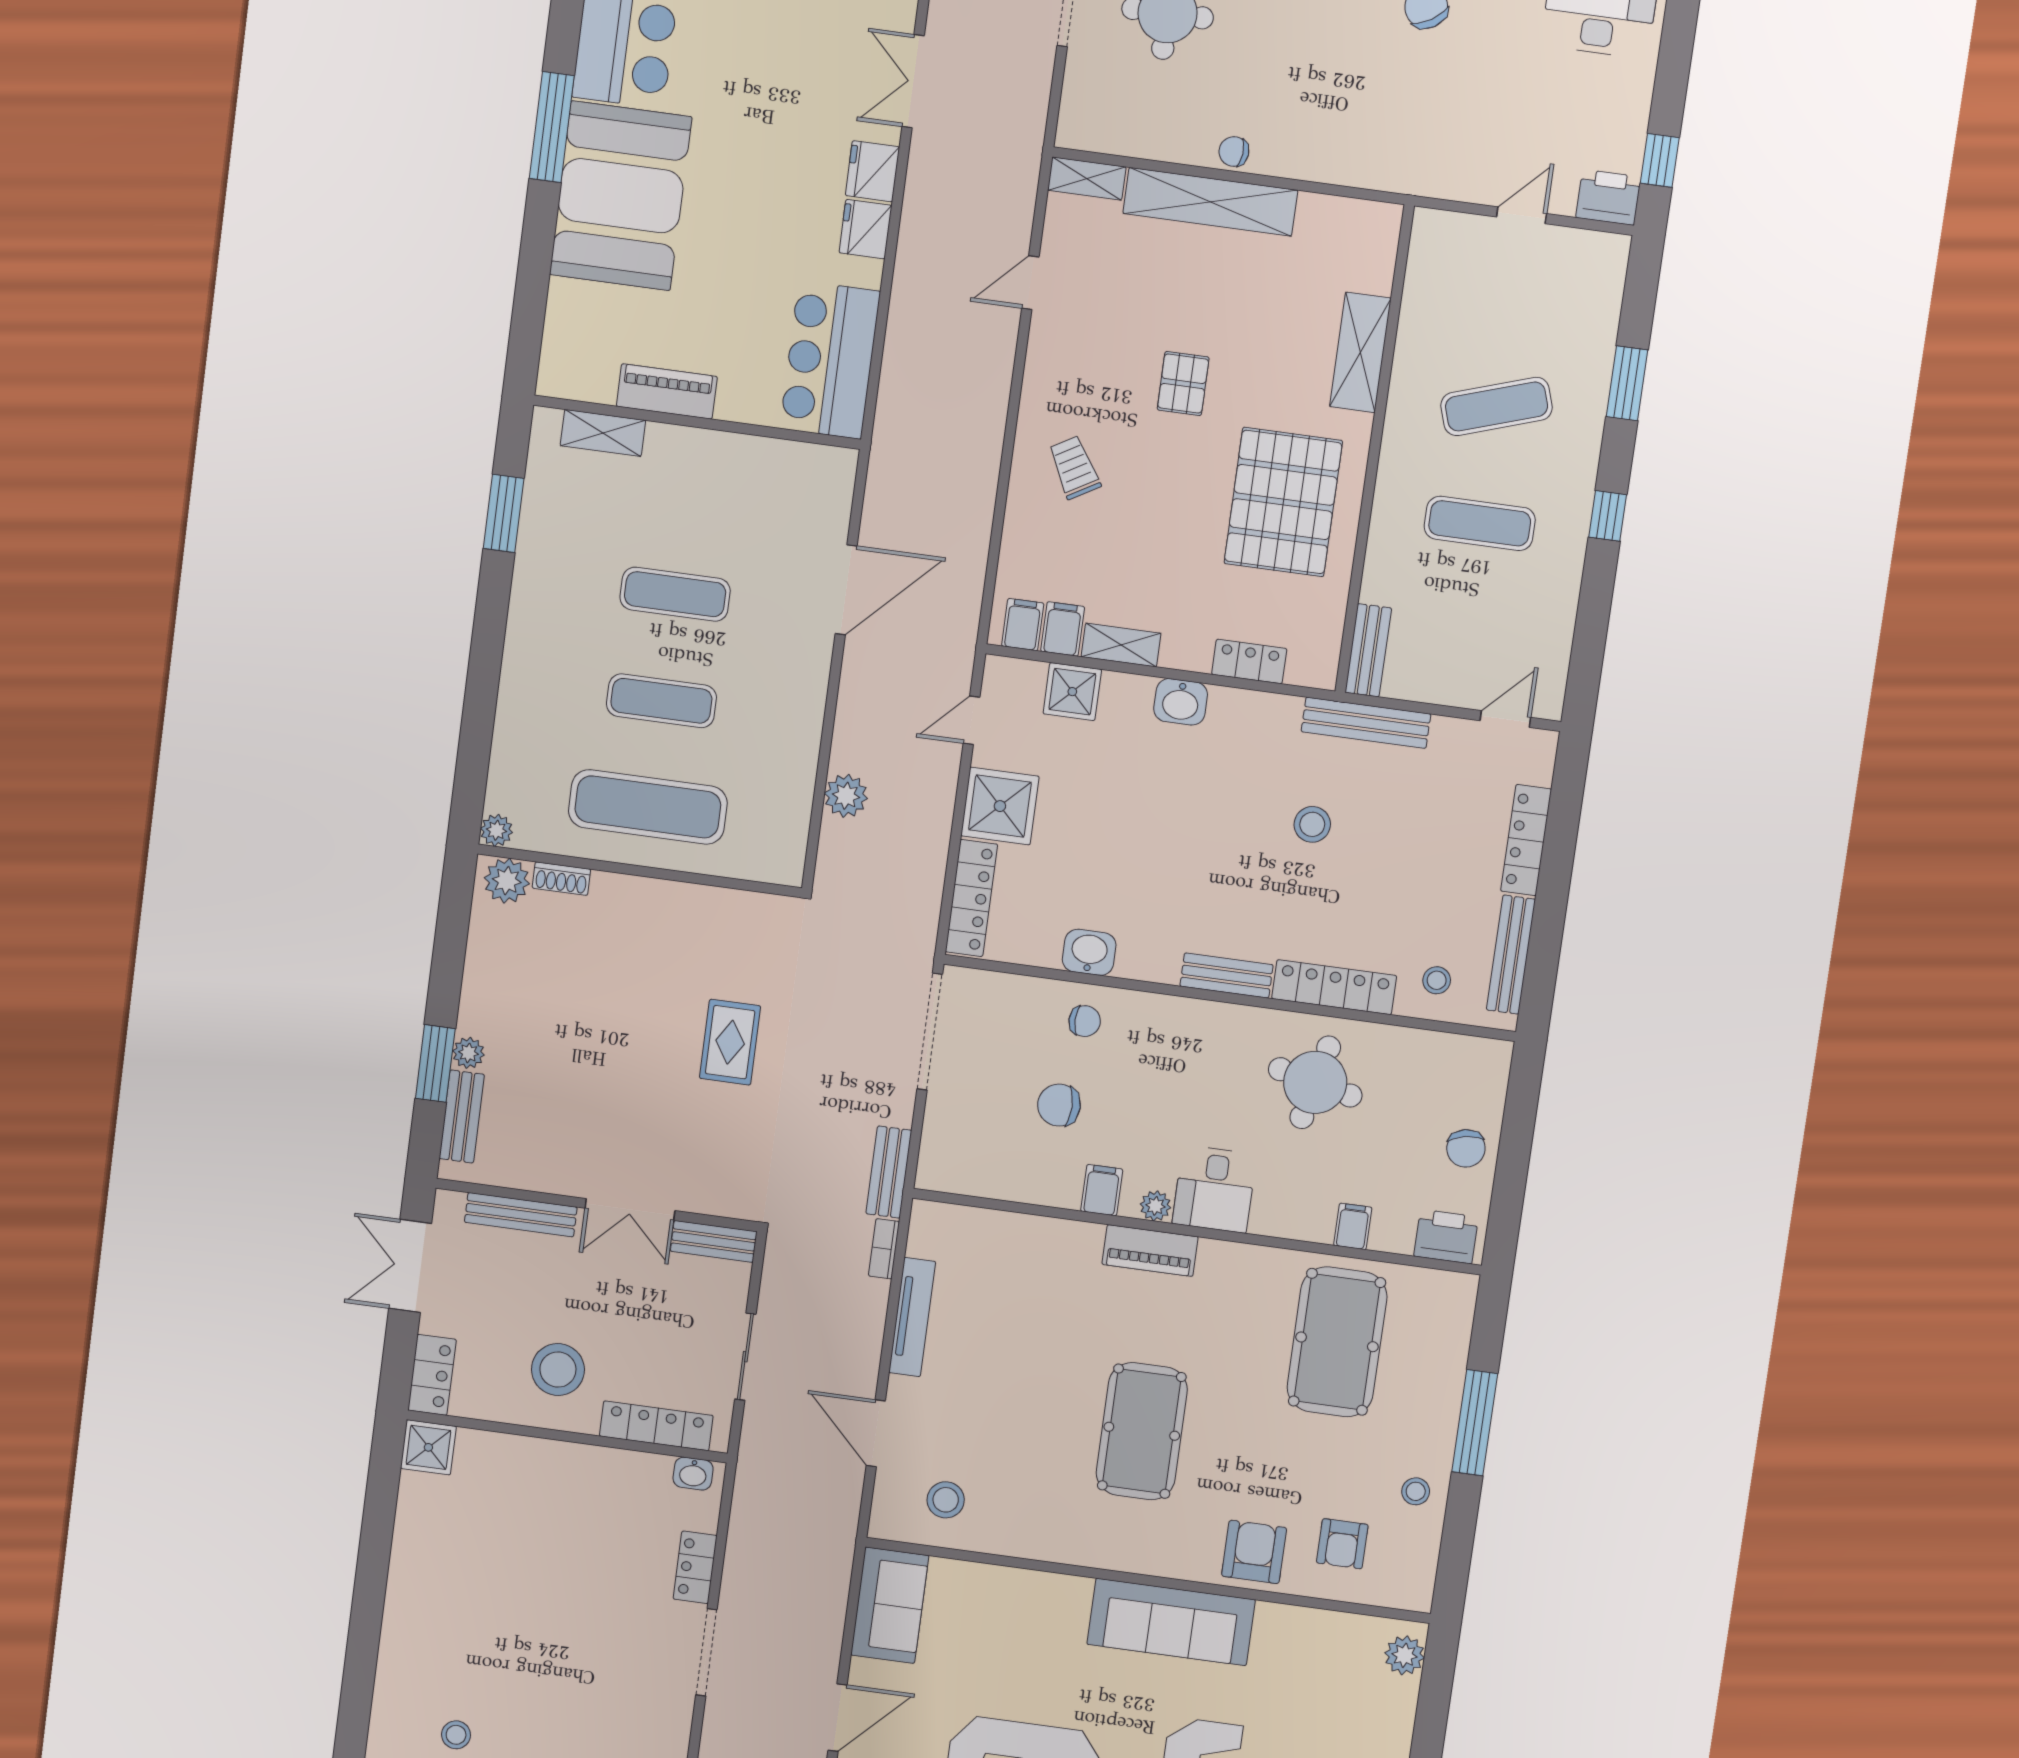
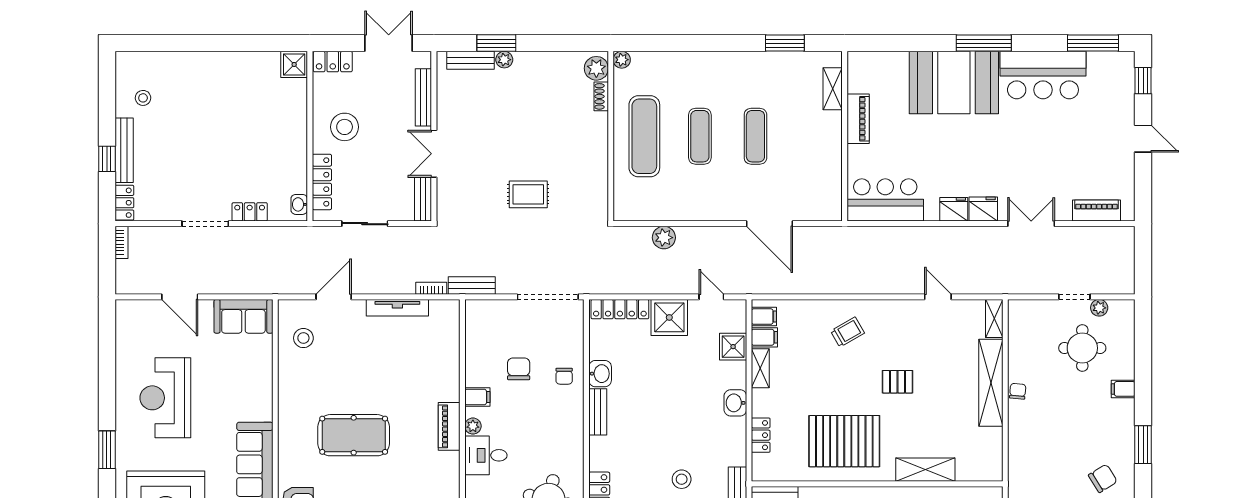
bench: (1227, 976) -> (598, 412), moved

